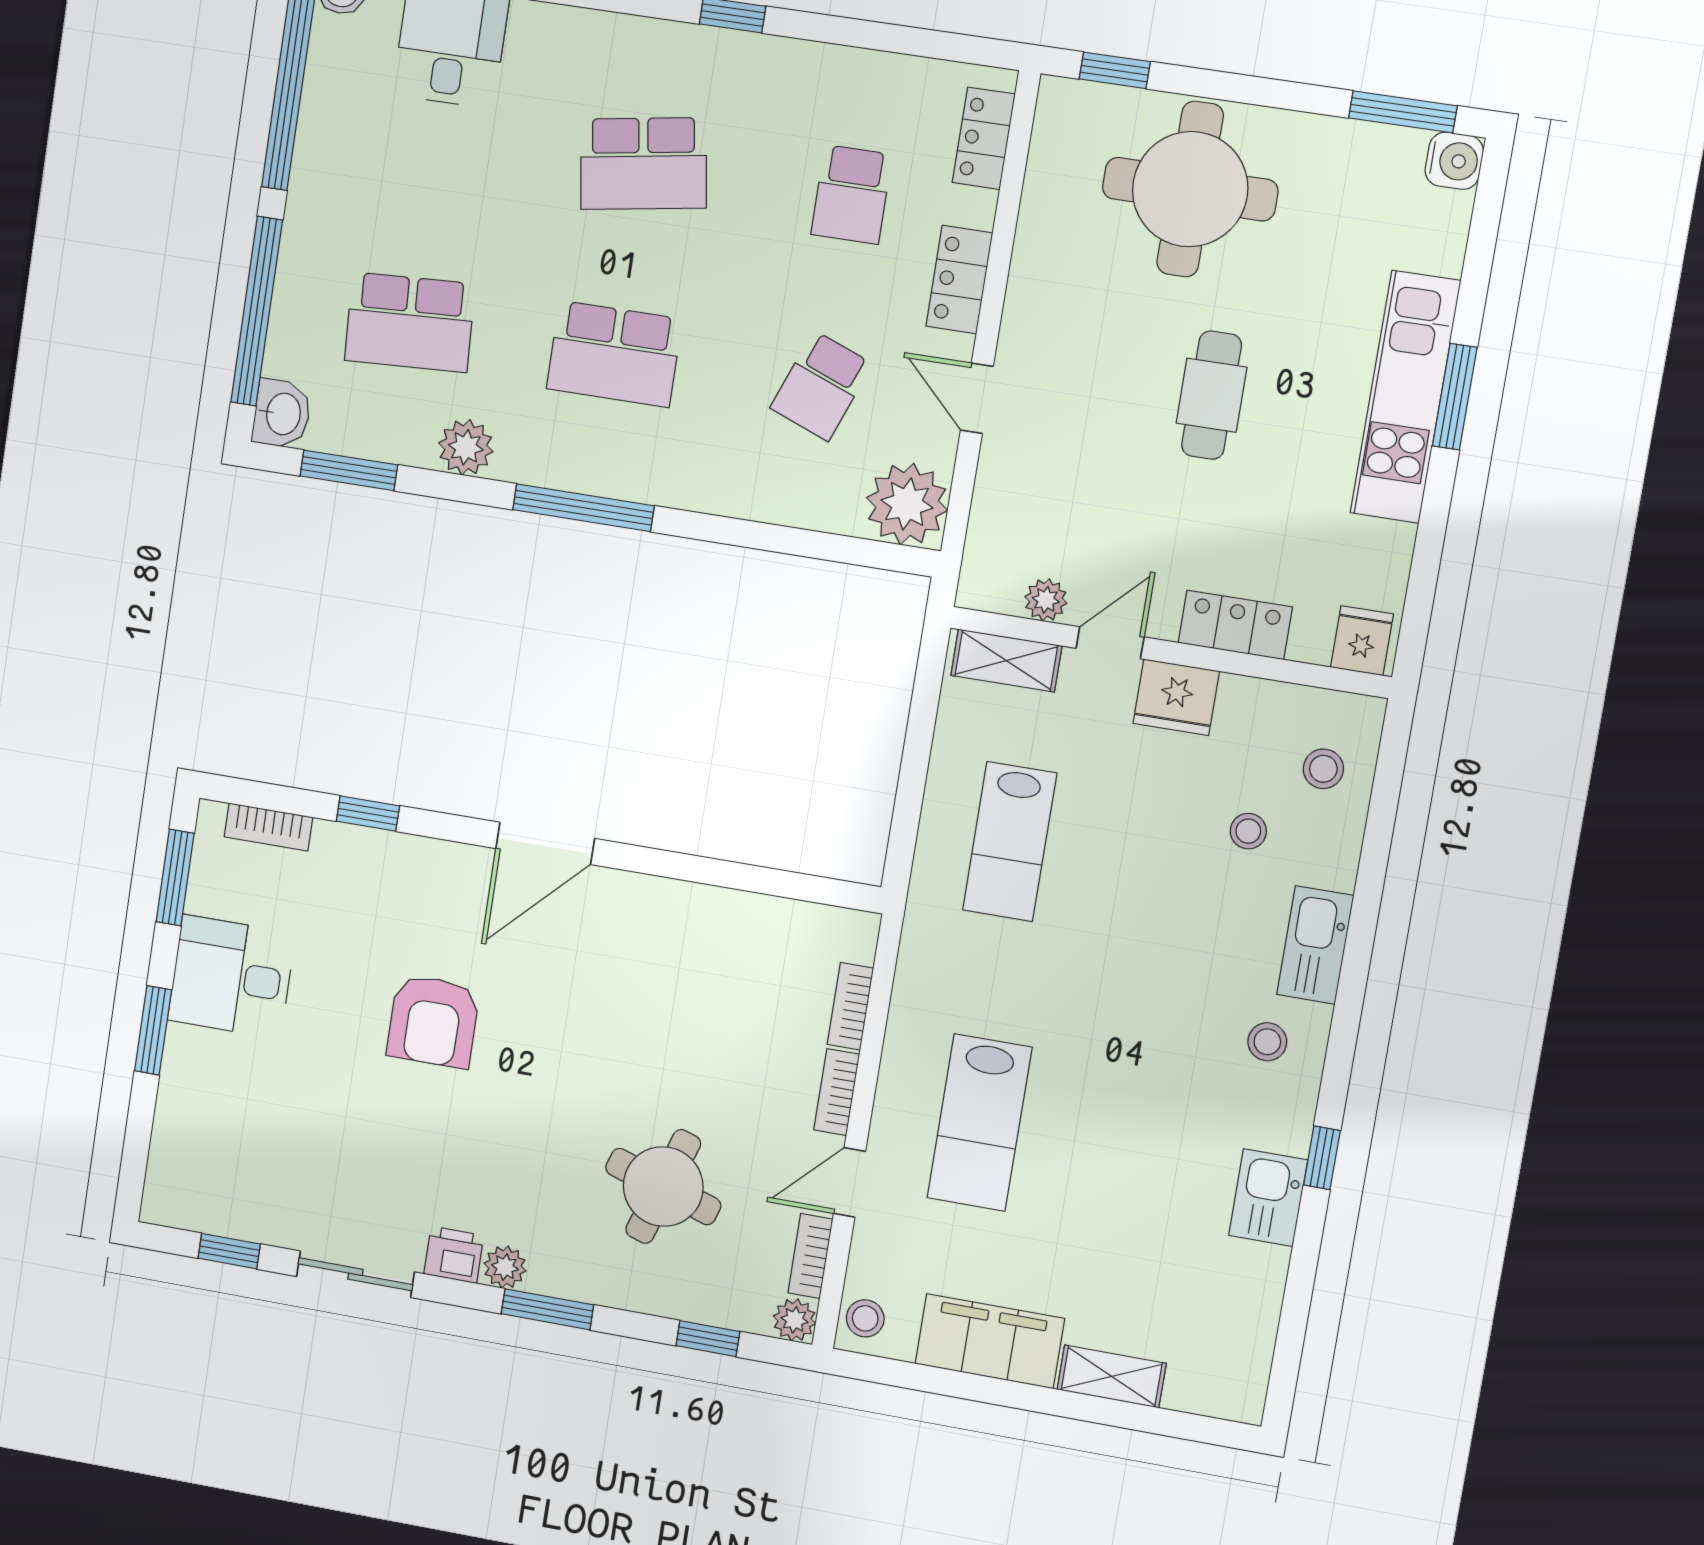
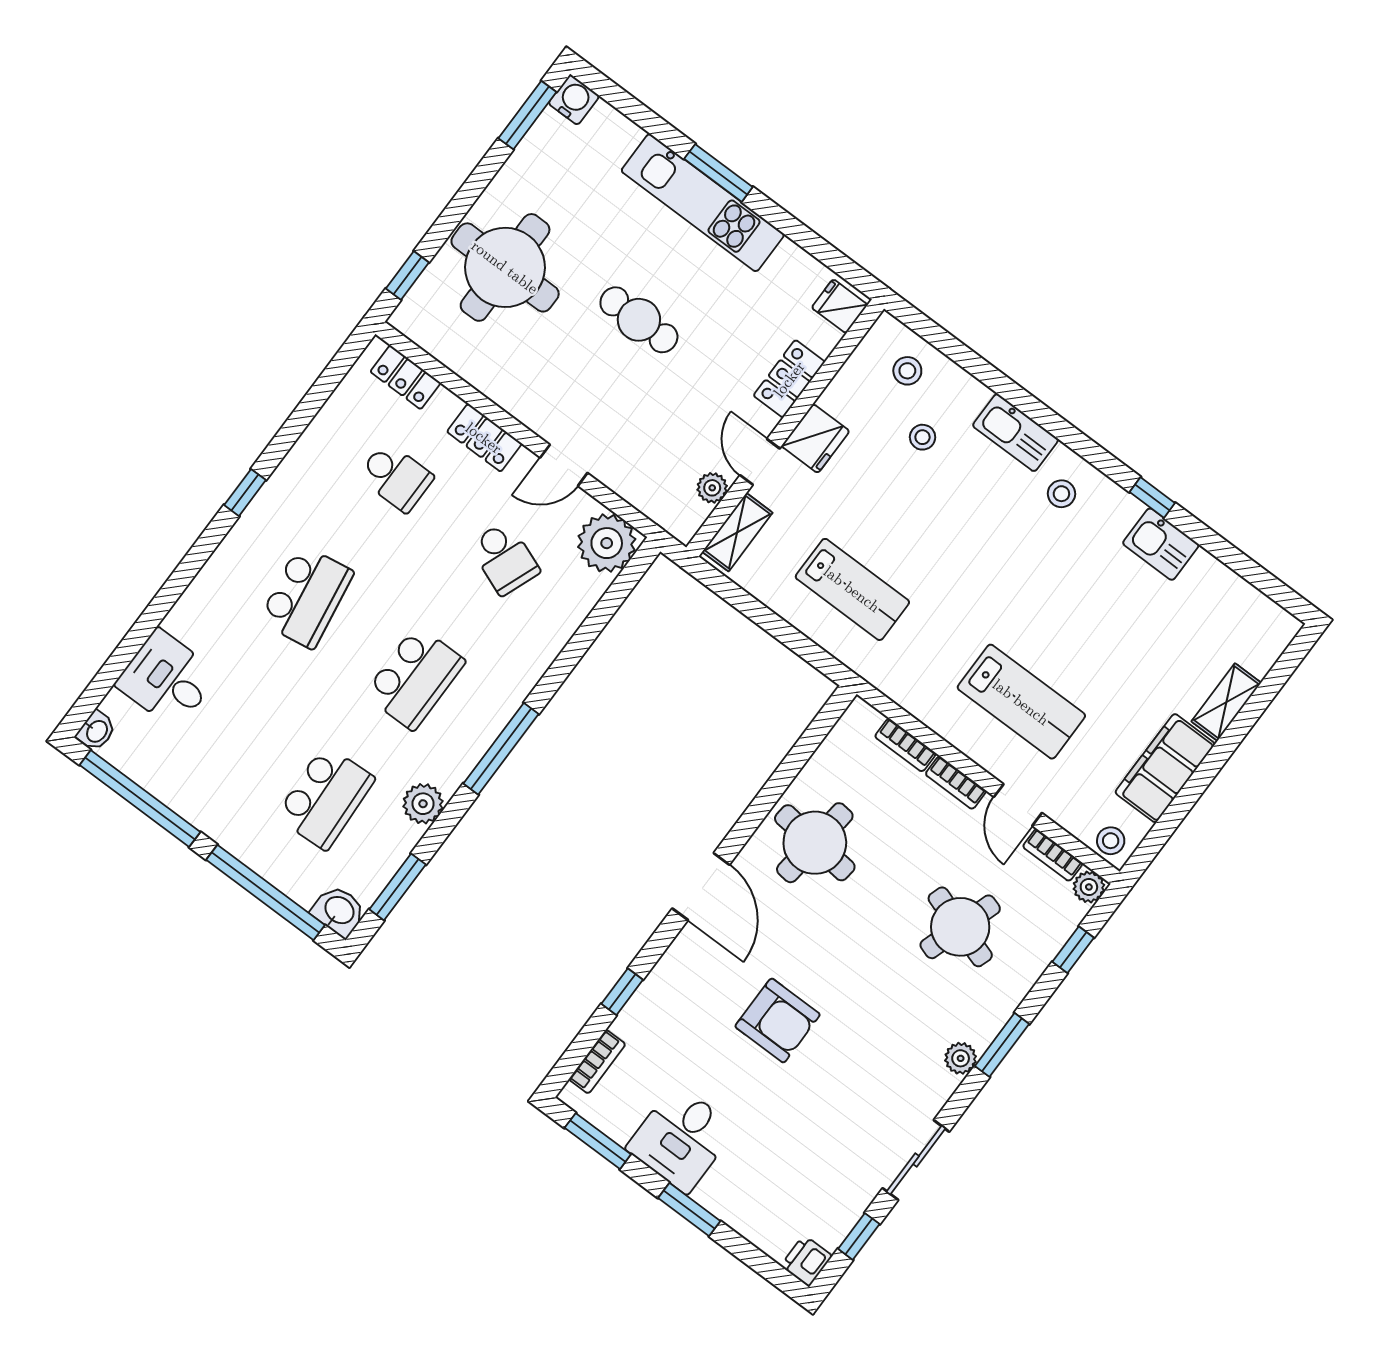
round table: (672, 956) -> (815, 843), added
printer: (454, 1255) -> (806, 1261), moved

